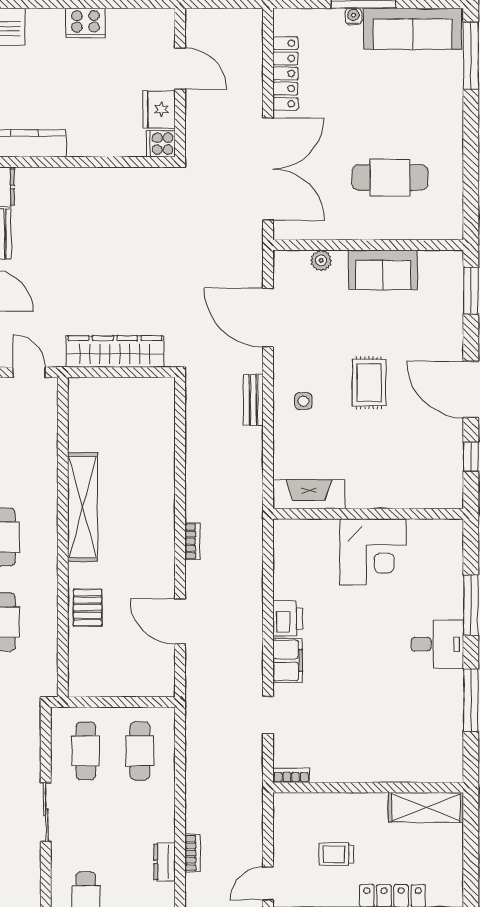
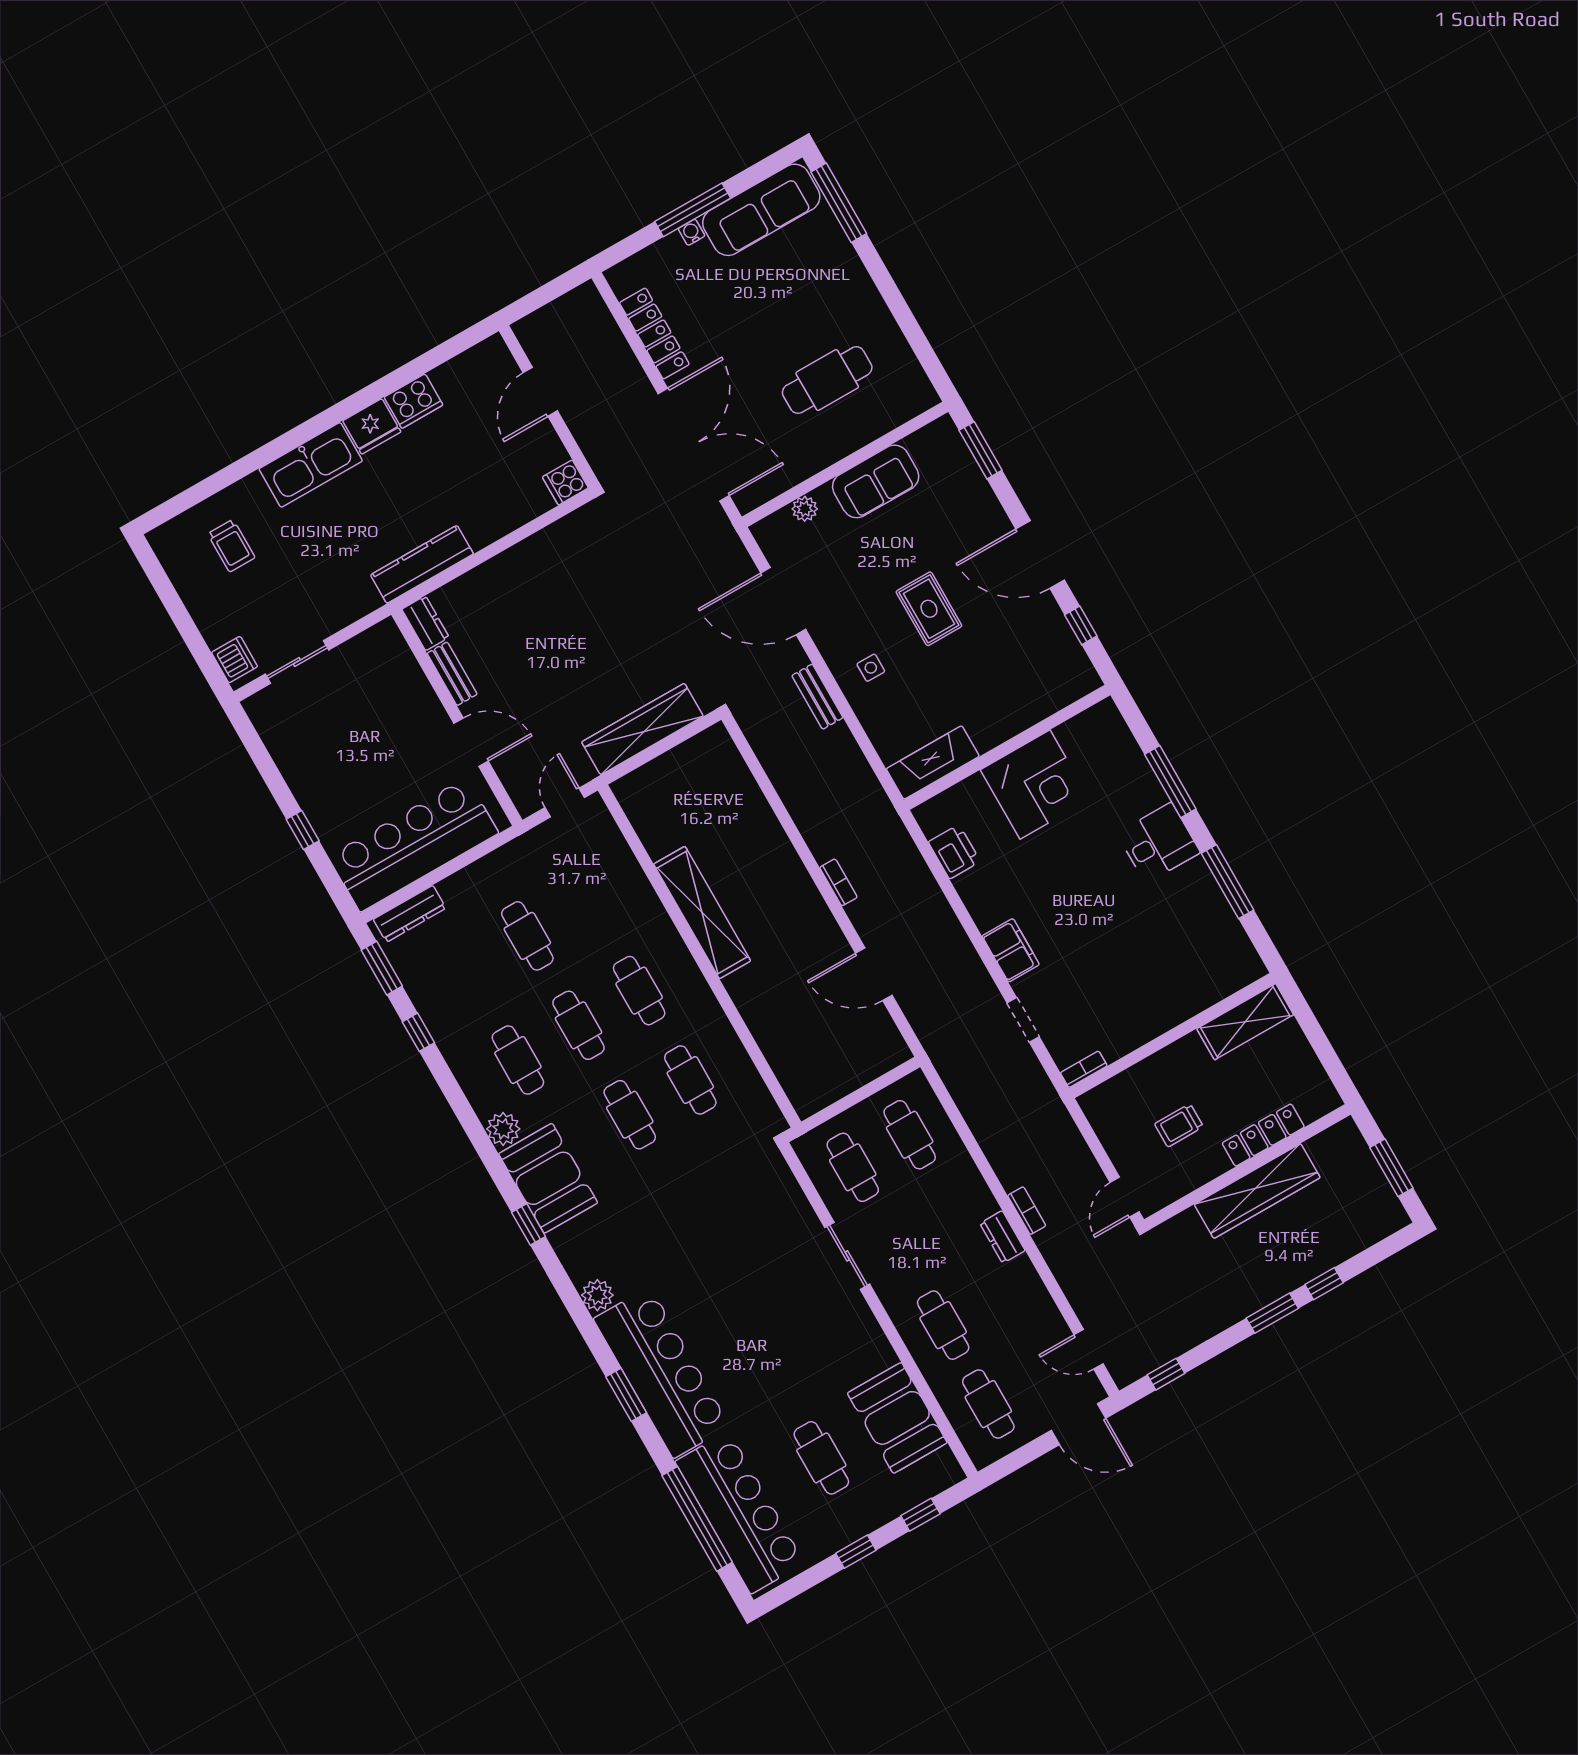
door: (180, 68) -> (540, 392), swing flipped
fridge: (159, 109) -> (372, 426), moved, turned -90
door: (29, 372) -> (565, 803), hinge flipped
pallet: (88, 608) -> (768, 1016), removed
printer: (288, 618) -> (954, 852), moved

